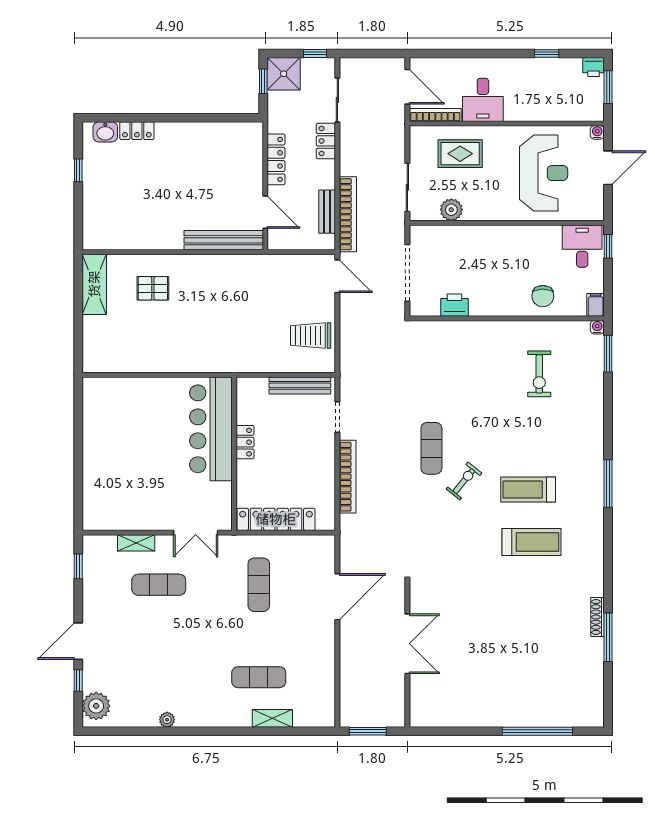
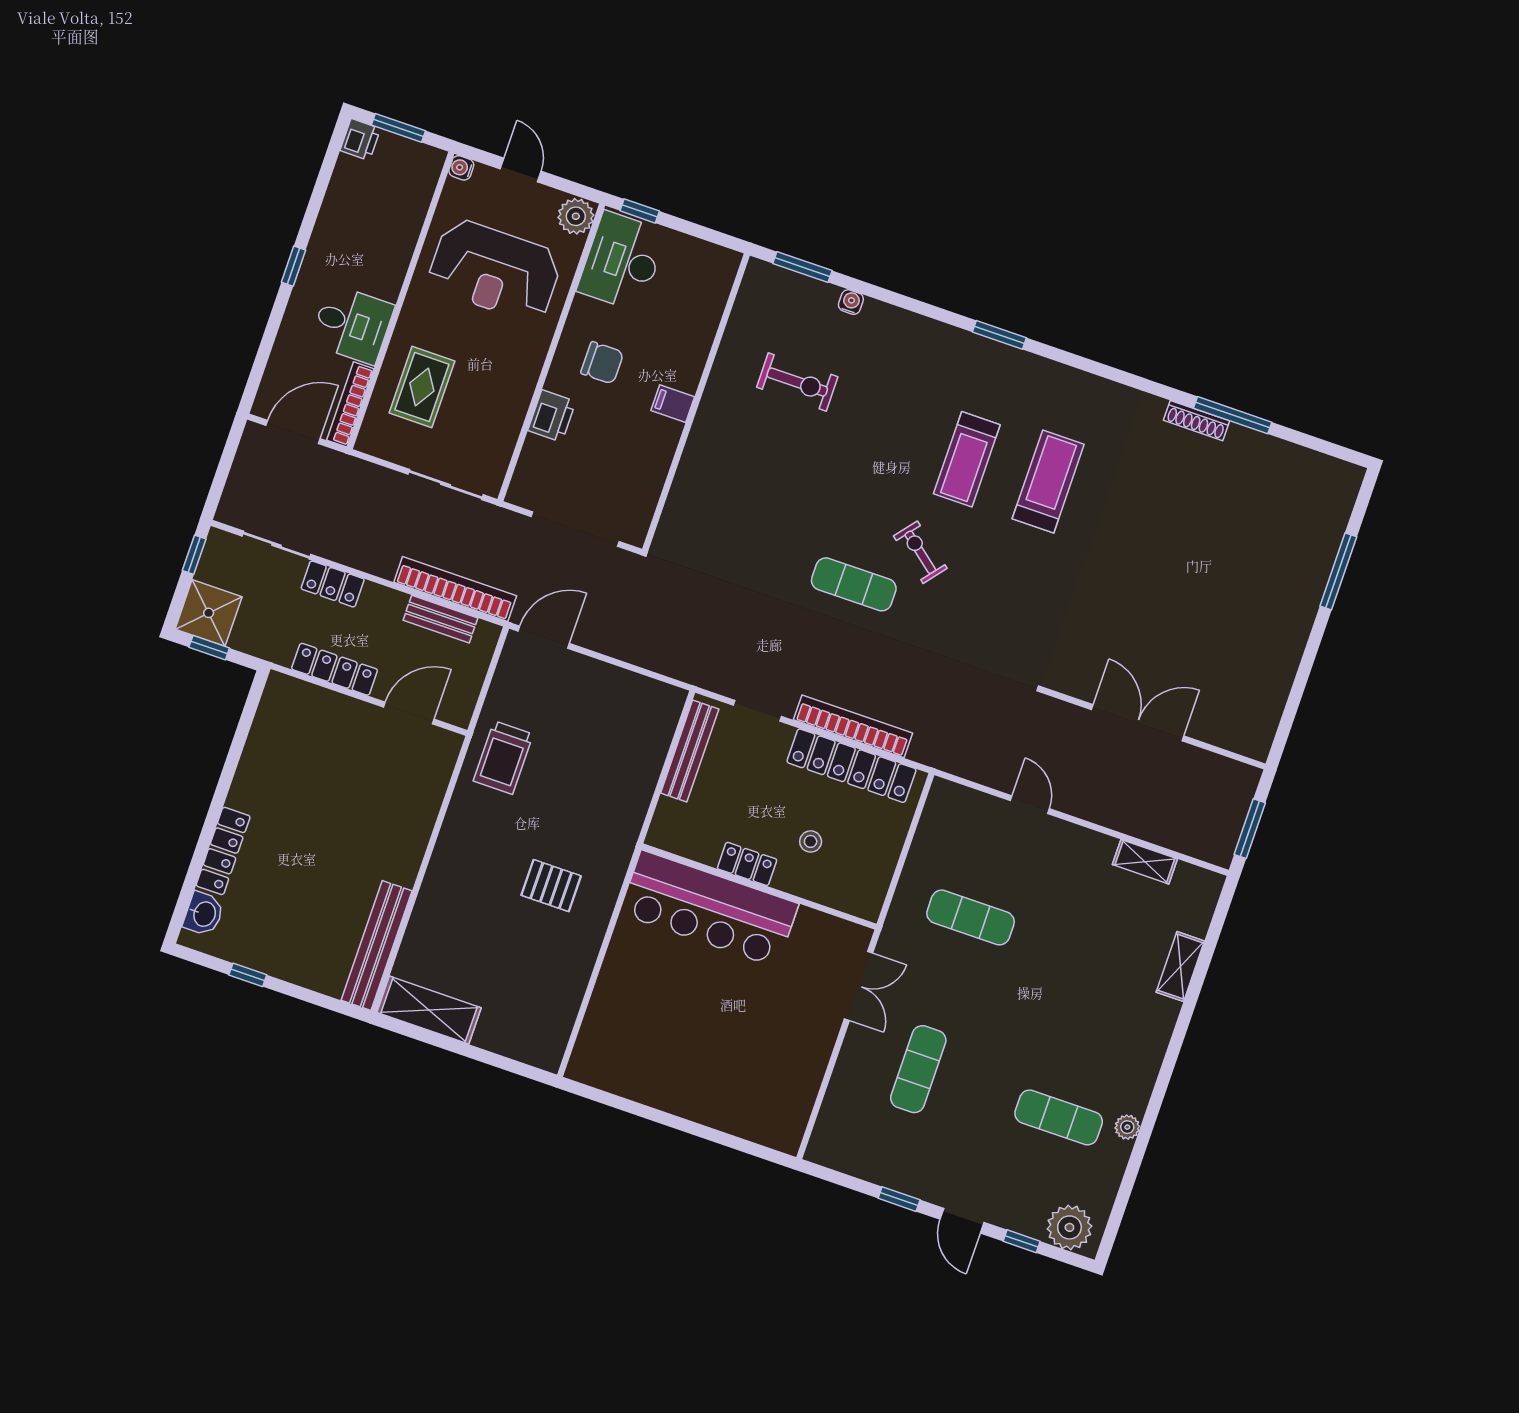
window: (547, 53) -> (293, 266), moved
locker: (137, 131) -> (223, 851), width x1.53
door: (608, 168) -> (521, 170), width x0.73
reception desk: (544, 173) -> (495, 271), turned 180
plant: (451, 210) -> (576, 216), moved
bench: (224, 240) -> (377, 946), moved
desk: (582, 246) -> (622, 261), width x1.37
pallet: (153, 288) -> (551, 886), moved, turned 90
chair: (543, 296) -> (602, 363), moved
printer: (455, 305) -> (552, 416), moved, turned 180
filing cabinet: (596, 305) -> (673, 404), moved
water cooler: (597, 327) -> (851, 302), moved, turned 90
trolley: (311, 336) -> (503, 758), moved
stool: (271, 475) -> (811, 841), added
window: (608, 483) -> (999, 335), width x0.69
locker: (276, 519) -> (851, 766), moved, turned -90
shelving: (136, 543) -> (1145, 862), moved, turned 90
window: (78, 566) -> (899, 1199), moved
door: (337, 597) -> (1030, 805), width x0.53
door: (78, 641) -> (962, 1221), width x0.73
exercise mat: (259, 677) -> (1059, 1117), moved, turned 90
window: (537, 731) -> (1338, 571), width x0.68

